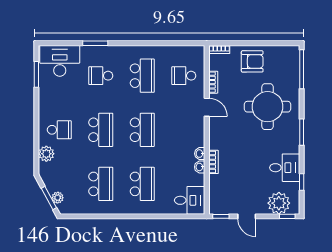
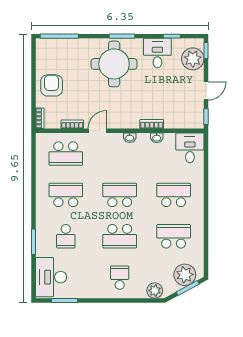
school desk: (184, 76) -> (66, 154), width x1.85
round table: (268, 107) -> (114, 64), moved
school desk: (101, 130) -> (120, 236), turned 180
plant: (46, 154) -> (155, 291), moved
washbasin: (200, 154) -> (130, 138), moved
plant: (58, 198) -> (185, 275), width x1.87, depth x1.87

